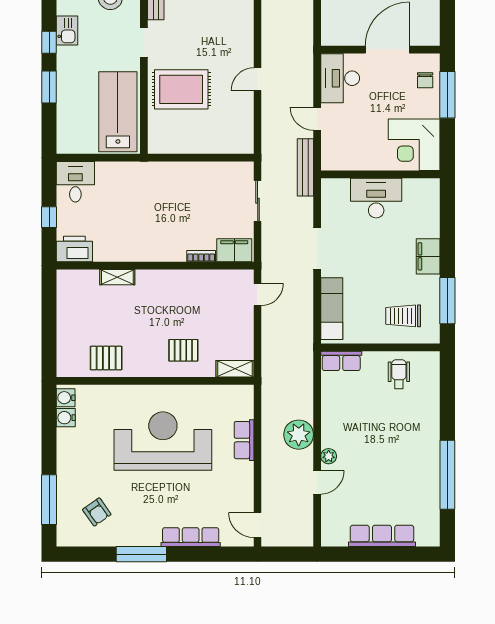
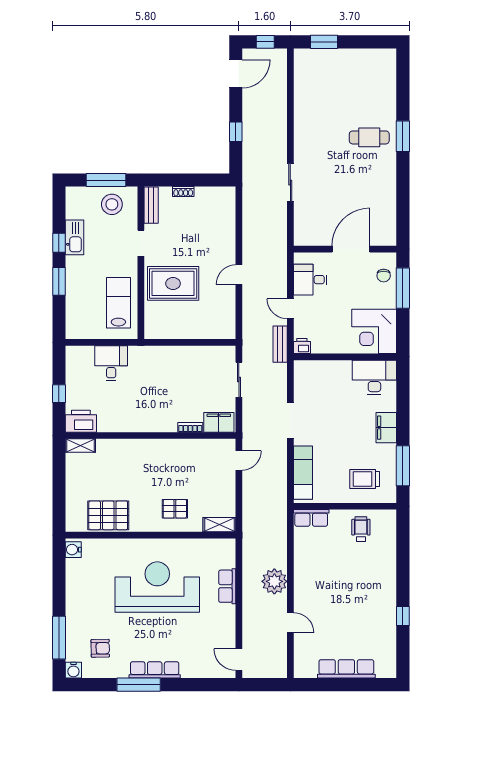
kitchen sink: (67, 30) -> (75, 237), width x1.38
desk: (340, 78) -> (310, 280), width x0.73
lab bench: (118, 112) -> (118, 303), width x0.73, depth x0.72
printer: (331, 162) -> (302, 346), added
bench: (305, 167) -> (280, 344), width x0.73
desk: (75, 182) -> (111, 363), moved
desk: (376, 198) -> (374, 377), moved
shelving: (117, 277) -> (80, 446), moved
pallet: (106, 358) -> (108, 515), width x1.50, depth x1.42
water cooler: (66, 418) -> (73, 670), moved, turned -90
plant: (329, 456) -> (300, 600), removed
window: (447, 475) -> (403, 616), width x0.32
door: (317, 482) -> (290, 623), hinge flipped
armchair: (97, 512) -> (100, 648), turned -56
row of seats: (191, 537) -> (155, 670), moved

